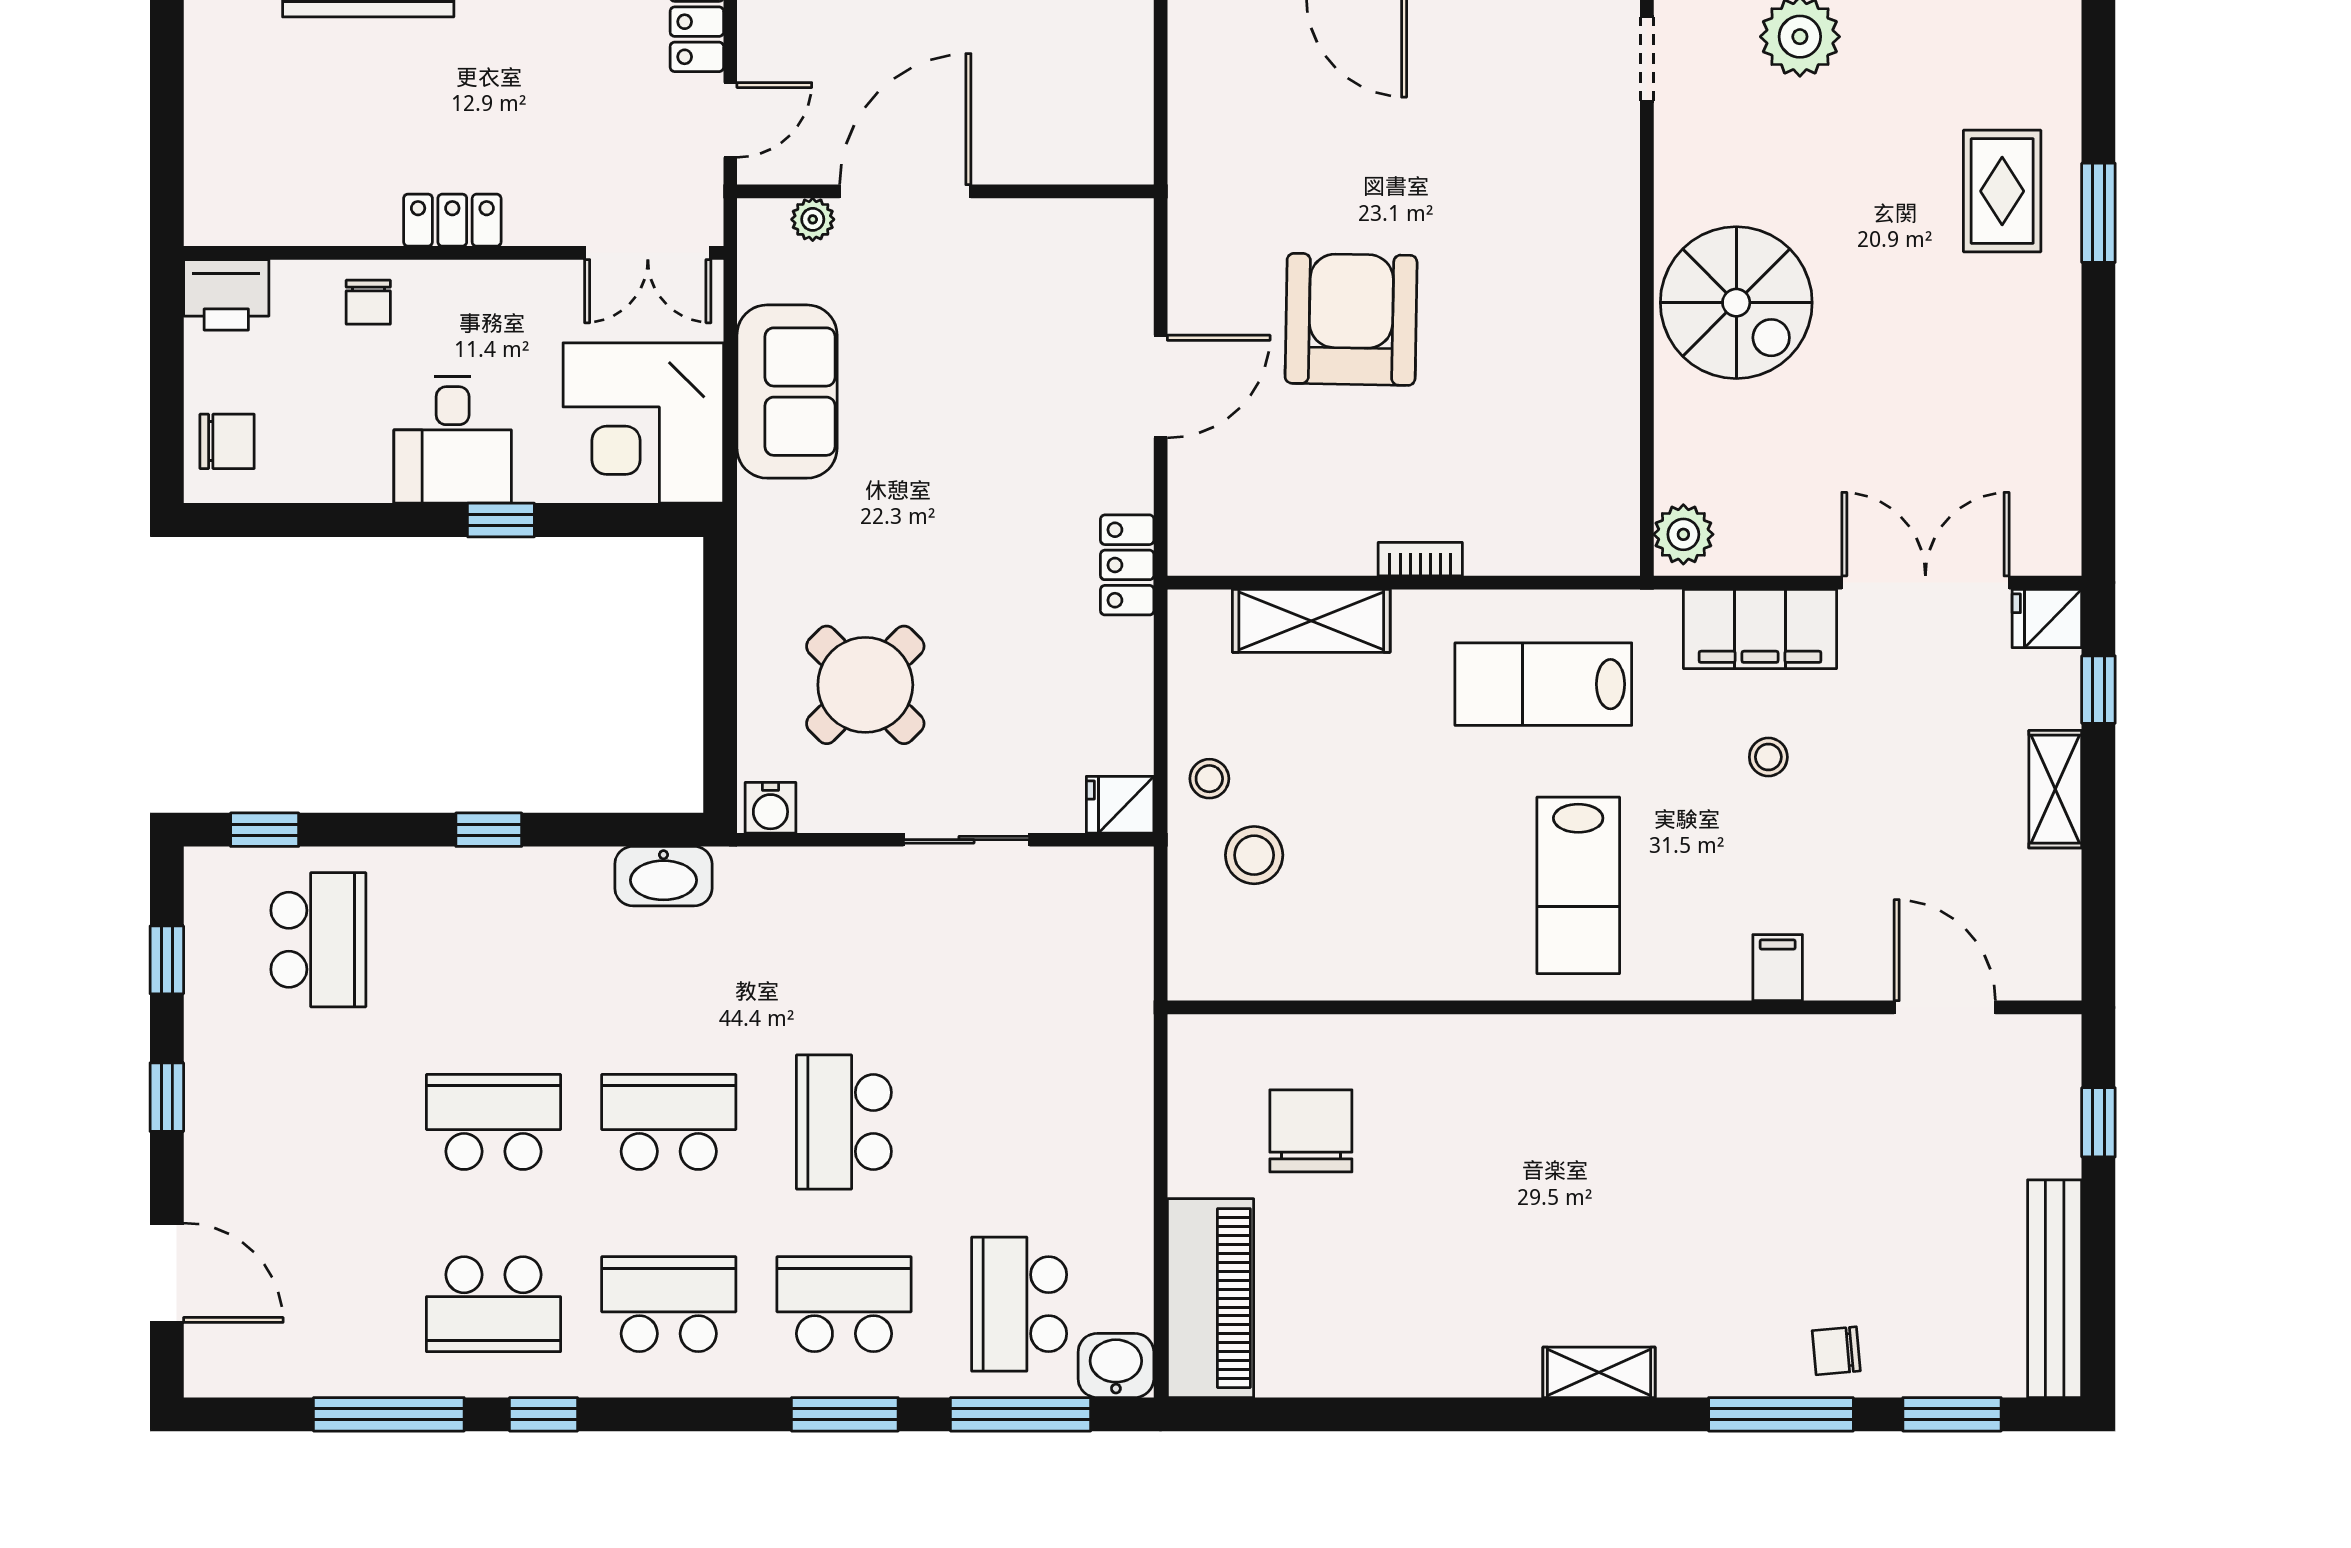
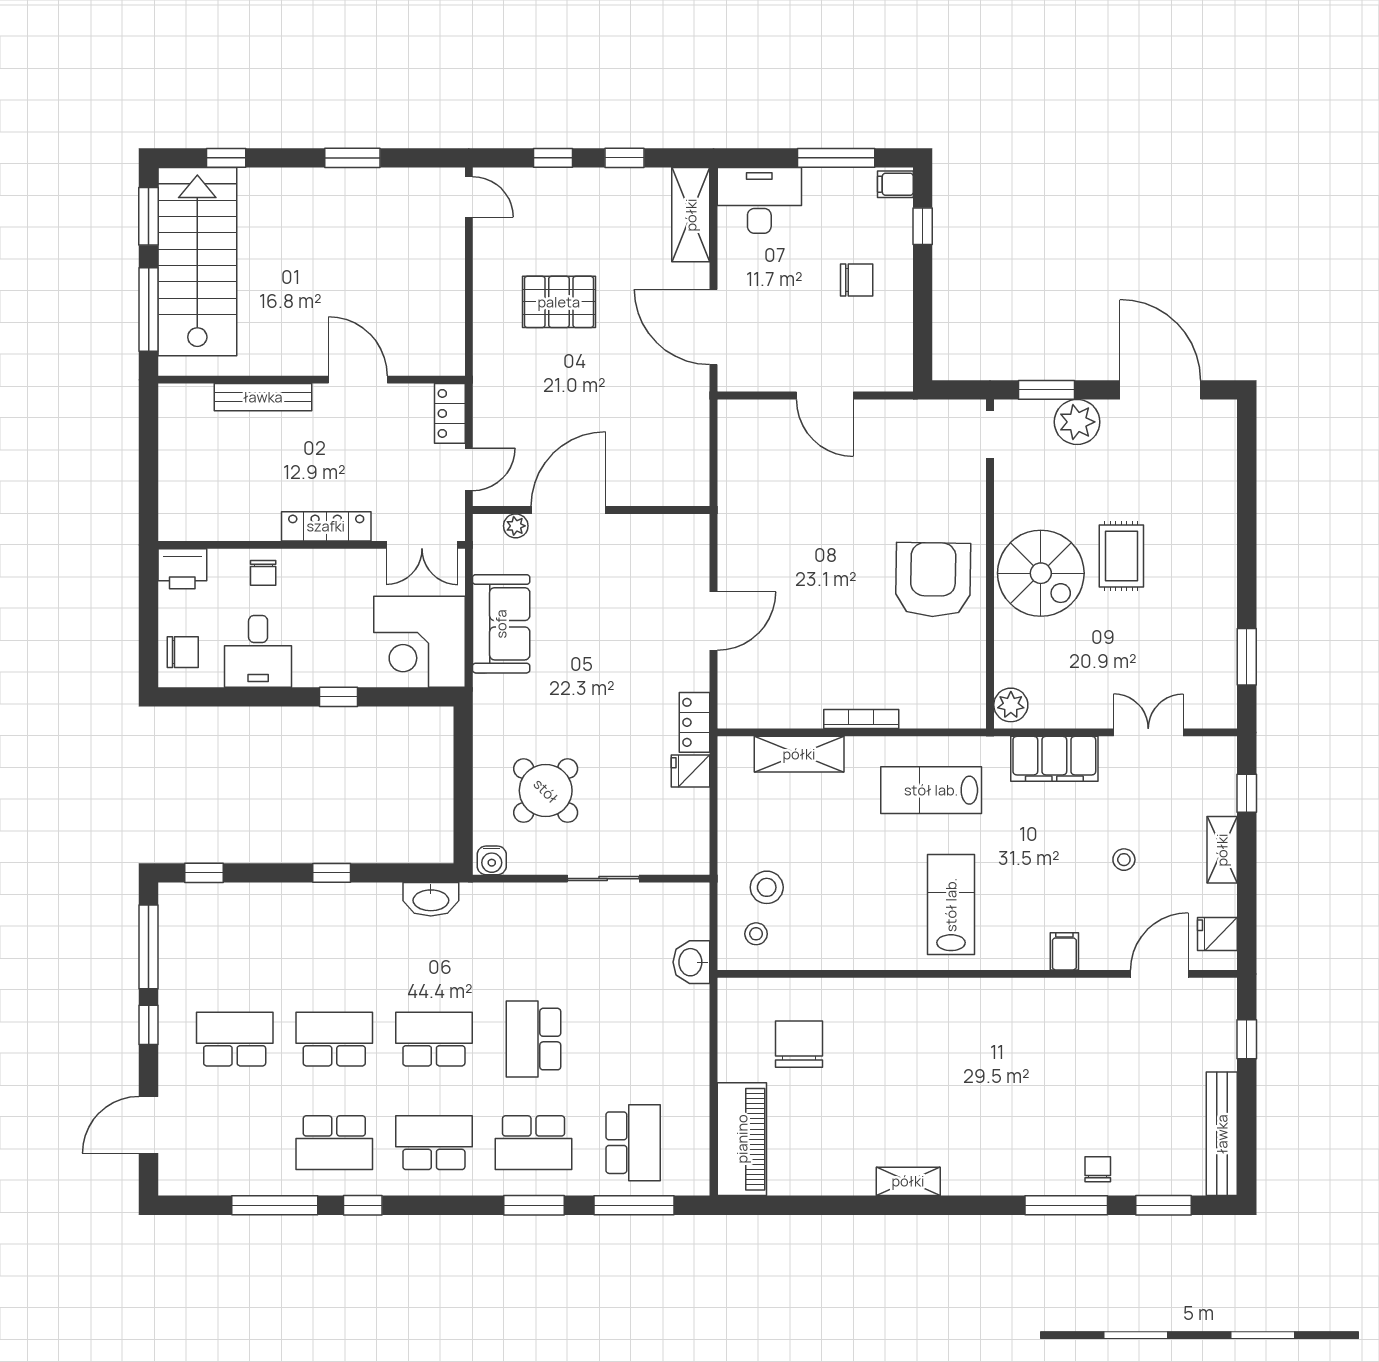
rug: (2002, 191) -> (1121, 556), moved
window: (2098, 213) -> (1247, 657), moved
locker: (452, 220) -> (326, 526), width x1.53
armchair: (1351, 319) -> (933, 580), moved
desk: (453, 440) -> (258, 651), moved
bookcase: (1420, 559) -> (861, 719), width x1.56
double door: (1925, 583) -> (1148, 732), width x0.73
fridge: (2047, 619) -> (1217, 934), moved
stool: (1768, 757) -> (1124, 860), moved
stool: (1209, 779) -> (756, 934), moved
fridge: (1120, 805) -> (691, 771), moved
lab bench: (1578, 885) -> (951, 905), turned 180
school desk: (318, 940) -> (235, 1039), moved, turned -90
window: (167, 960) -> (149, 947), width x2.17
door: (1945, 1007) -> (1159, 974), hinge flipped
door: (167, 1273) -> (149, 1125), swing flipped
school desk: (844, 1304) -> (534, 1143), turned 180
school desk: (1019, 1304) -> (633, 1143), turned 180
chair: (1836, 1351) -> (1098, 1169), turned 95
washbasin: (1116, 1365) -> (691, 962), moved, turned -90
shelving: (1599, 1372) -> (908, 1181), moved

